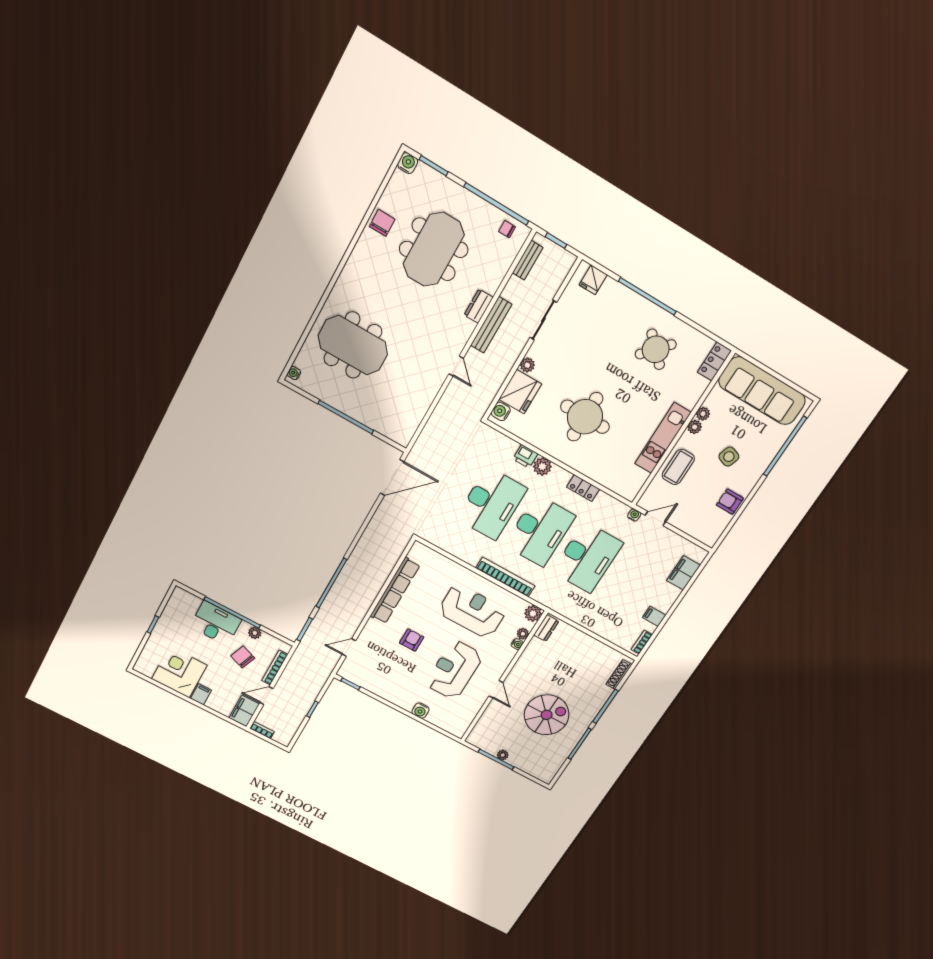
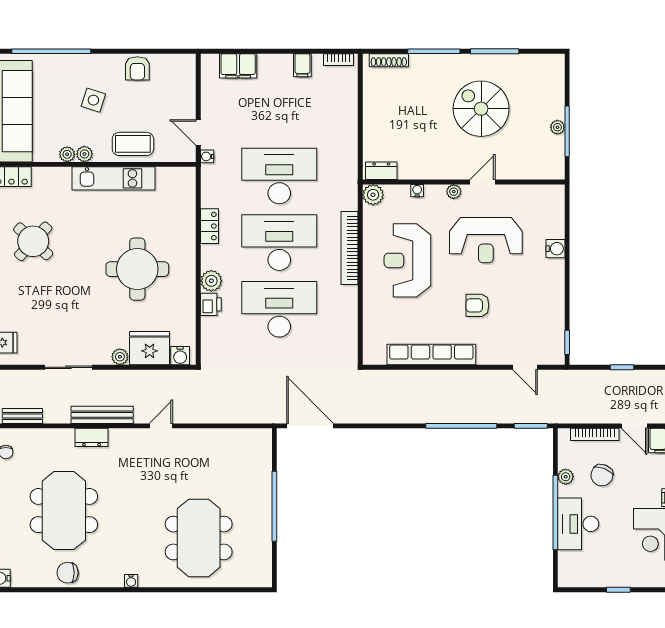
meeting table: (434, 249) -> (64, 511), turned 90
water cooler: (294, 373) -> (131, 581), moved
plant: (523, 634) -> (454, 192), moved

